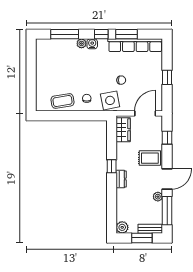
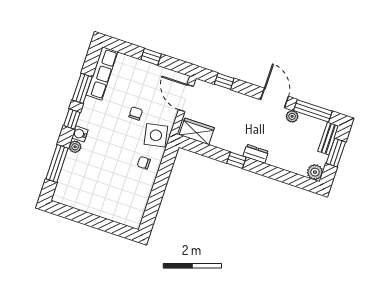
row of seats: (135, 45) -> (102, 73), width x0.73
coffee table: (62, 101) -> (137, 193), removed
rug: (150, 158) -> (242, 110), removed

